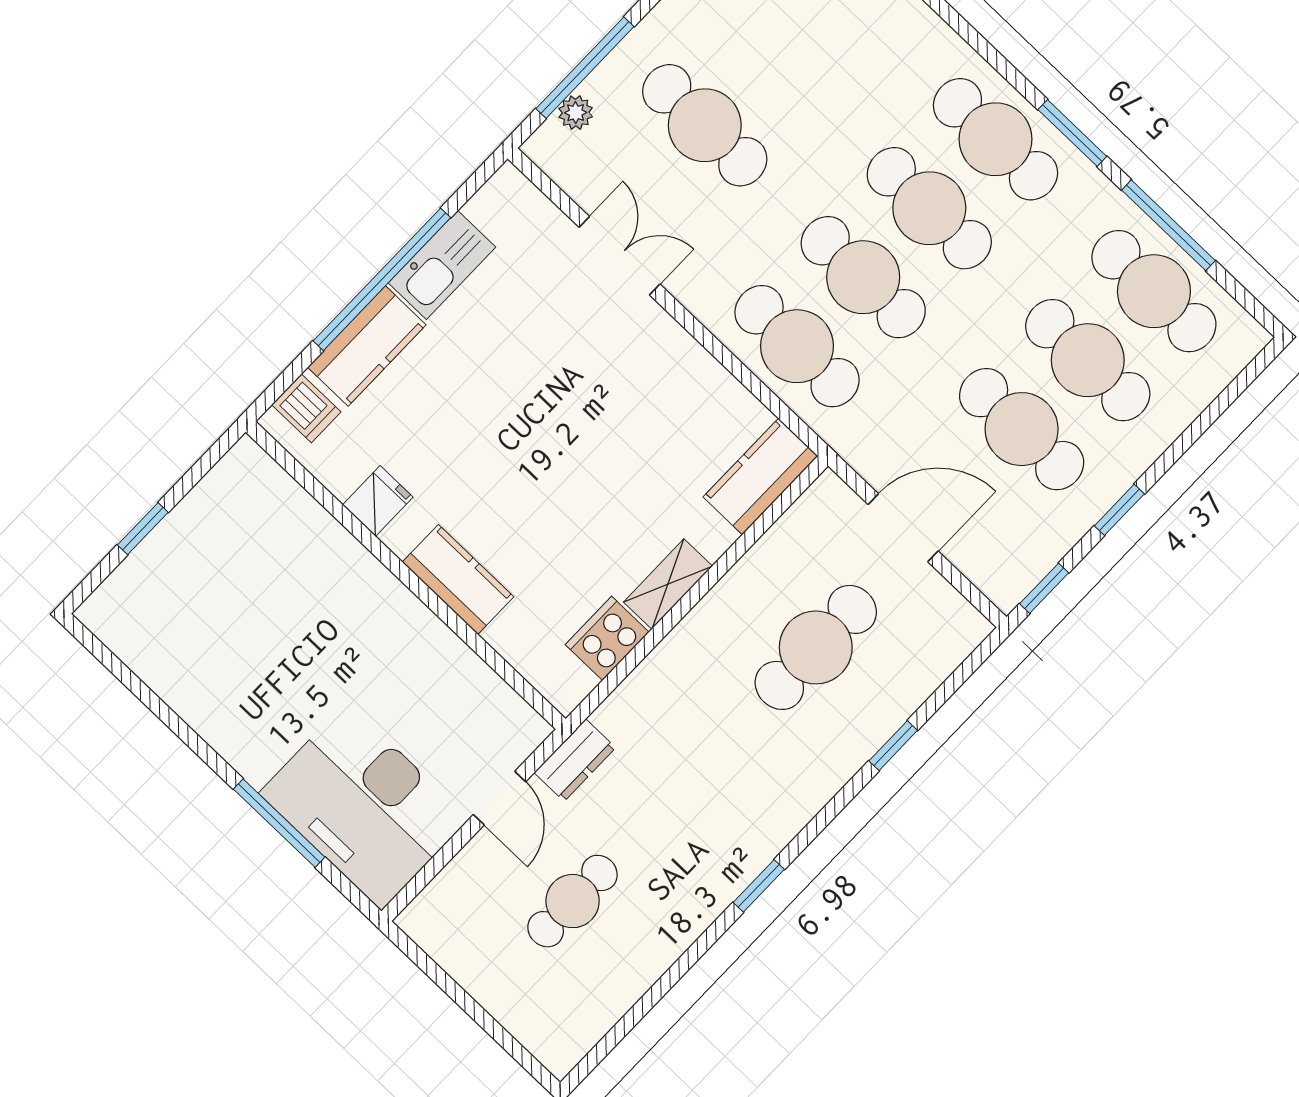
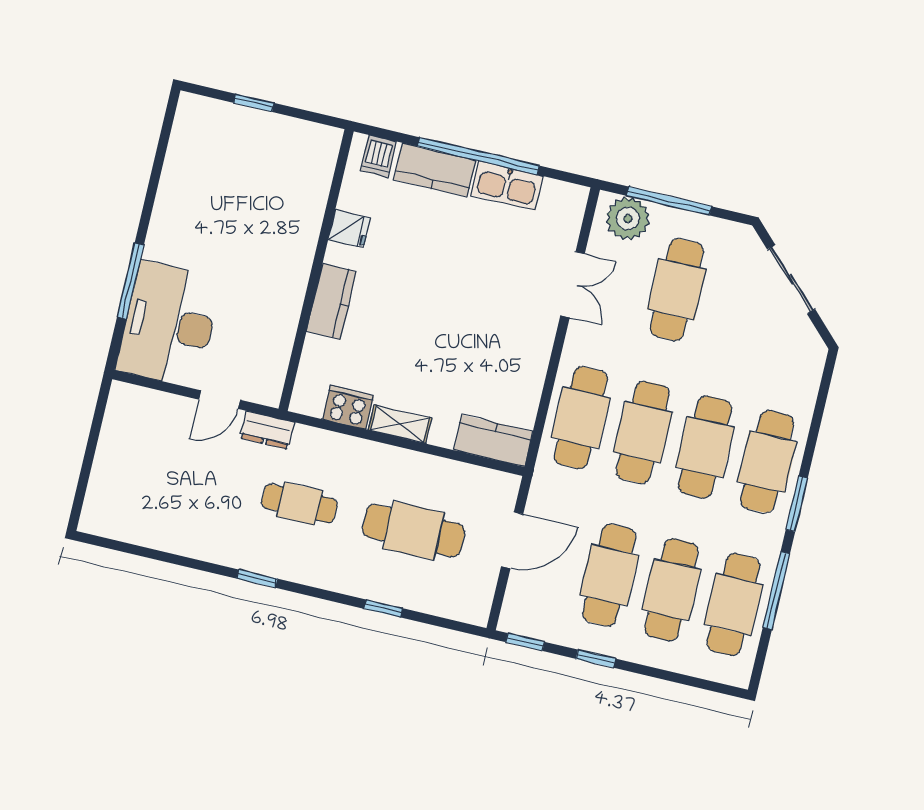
plant: (576, 113) -> (628, 219), width x1.88, depth x1.88
door: (903, 528) -> (512, 540), hinge flipped
cafe table: (573, 901) -> (299, 504), moved

